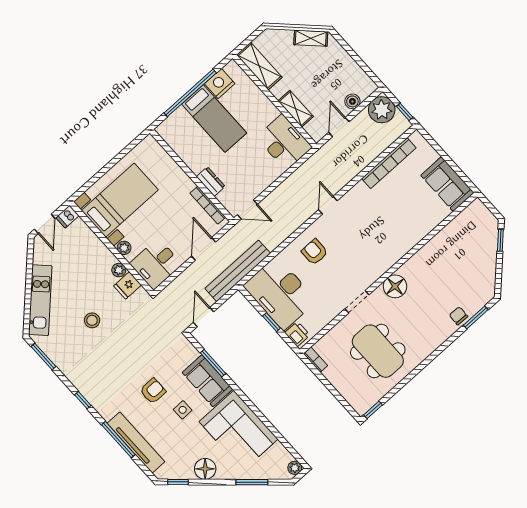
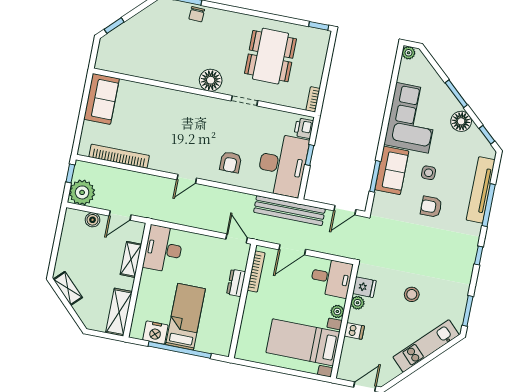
dishwasher: (67, 217) -> (354, 331), moved
window: (252, 482) -> (456, 94), moved

